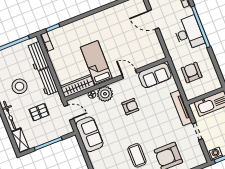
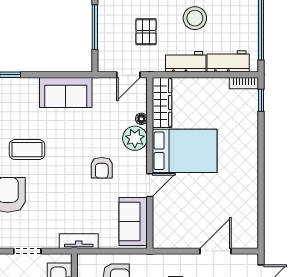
bed: (96, 63) -> (185, 151), width x1.50
tv unit: (181, 108) -> (79, 241), width x0.71
sofa: (89, 134) -> (66, 92), moved

